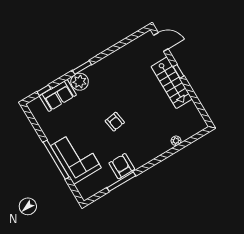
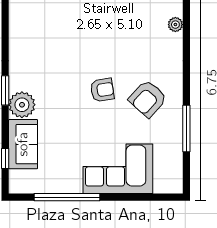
window: (56, 160) -> (67, 197), moved
armchair: (122, 166) -> (148, 99), moved, turned -48

